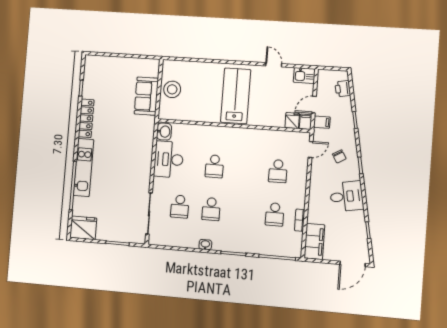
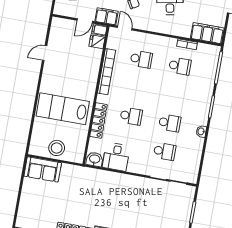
kitchen sink: (304, 75) -> (57, 27), removed
sofa: (146, 96) -> (43, 169), moved
lab bench: (236, 96) -> (63, 109), moved
door: (314, 105) -> (85, 21), hinge flipped
filing cabinet: (322, 122) -> (106, 16), width x2.00
locker: (206, 131) -> (99, 120), added
bookcase: (260, 135) -> (107, 72), added
desk: (169, 159) -> (116, 157), width x0.73

